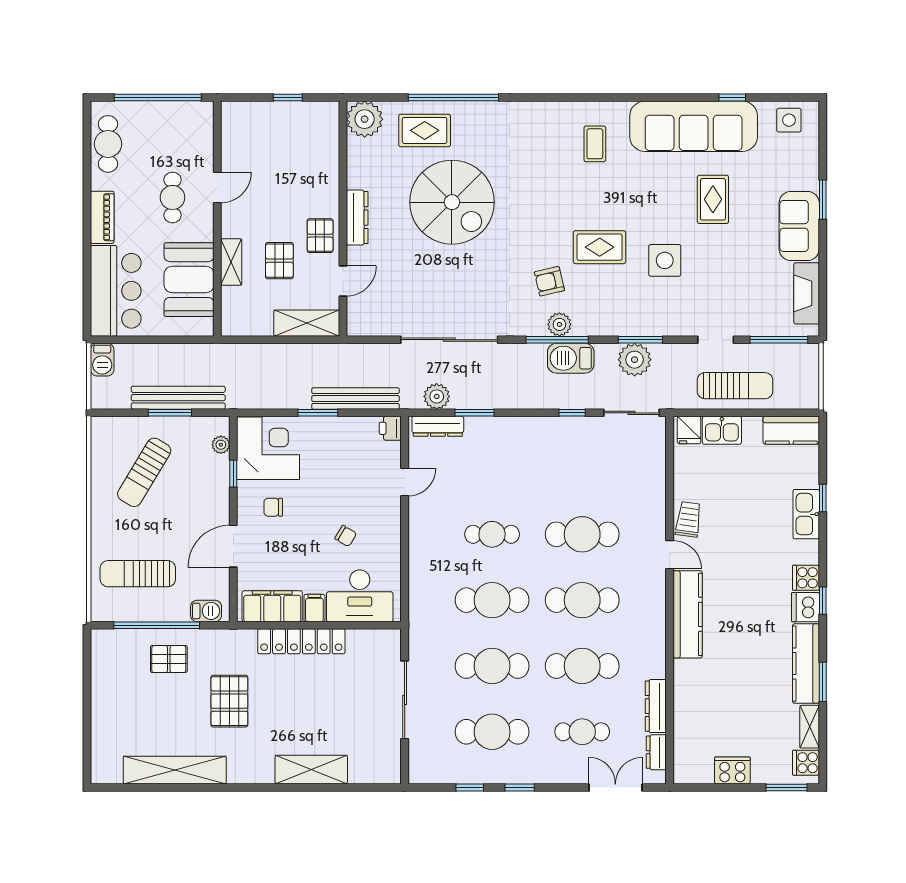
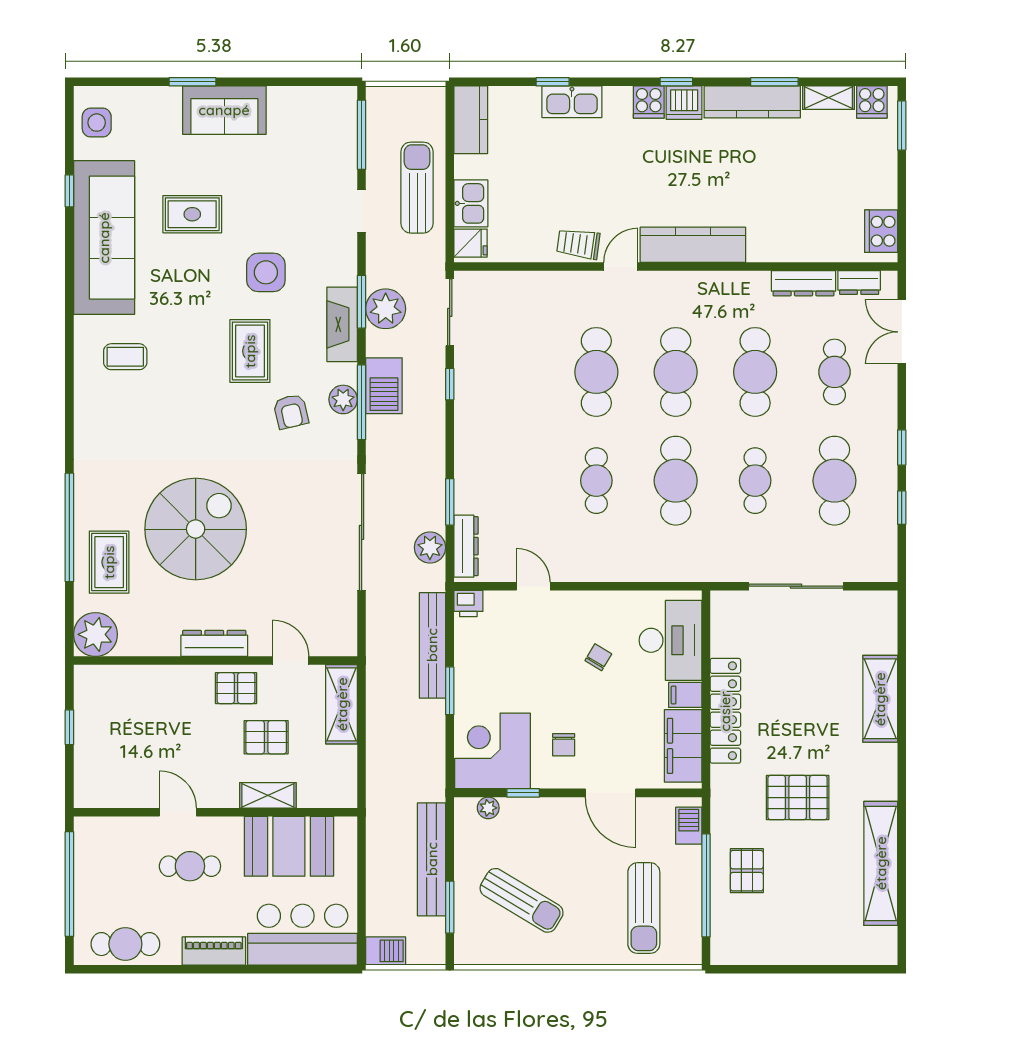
fireplace: (807, 293) -> (342, 324), moved, turned 90
window: (170, 413) -> (450, 907), moved
cafe table: (492, 666) -> (755, 481), width x0.73, depth x0.74
cooker: (732, 770) -> (881, 231), moved

